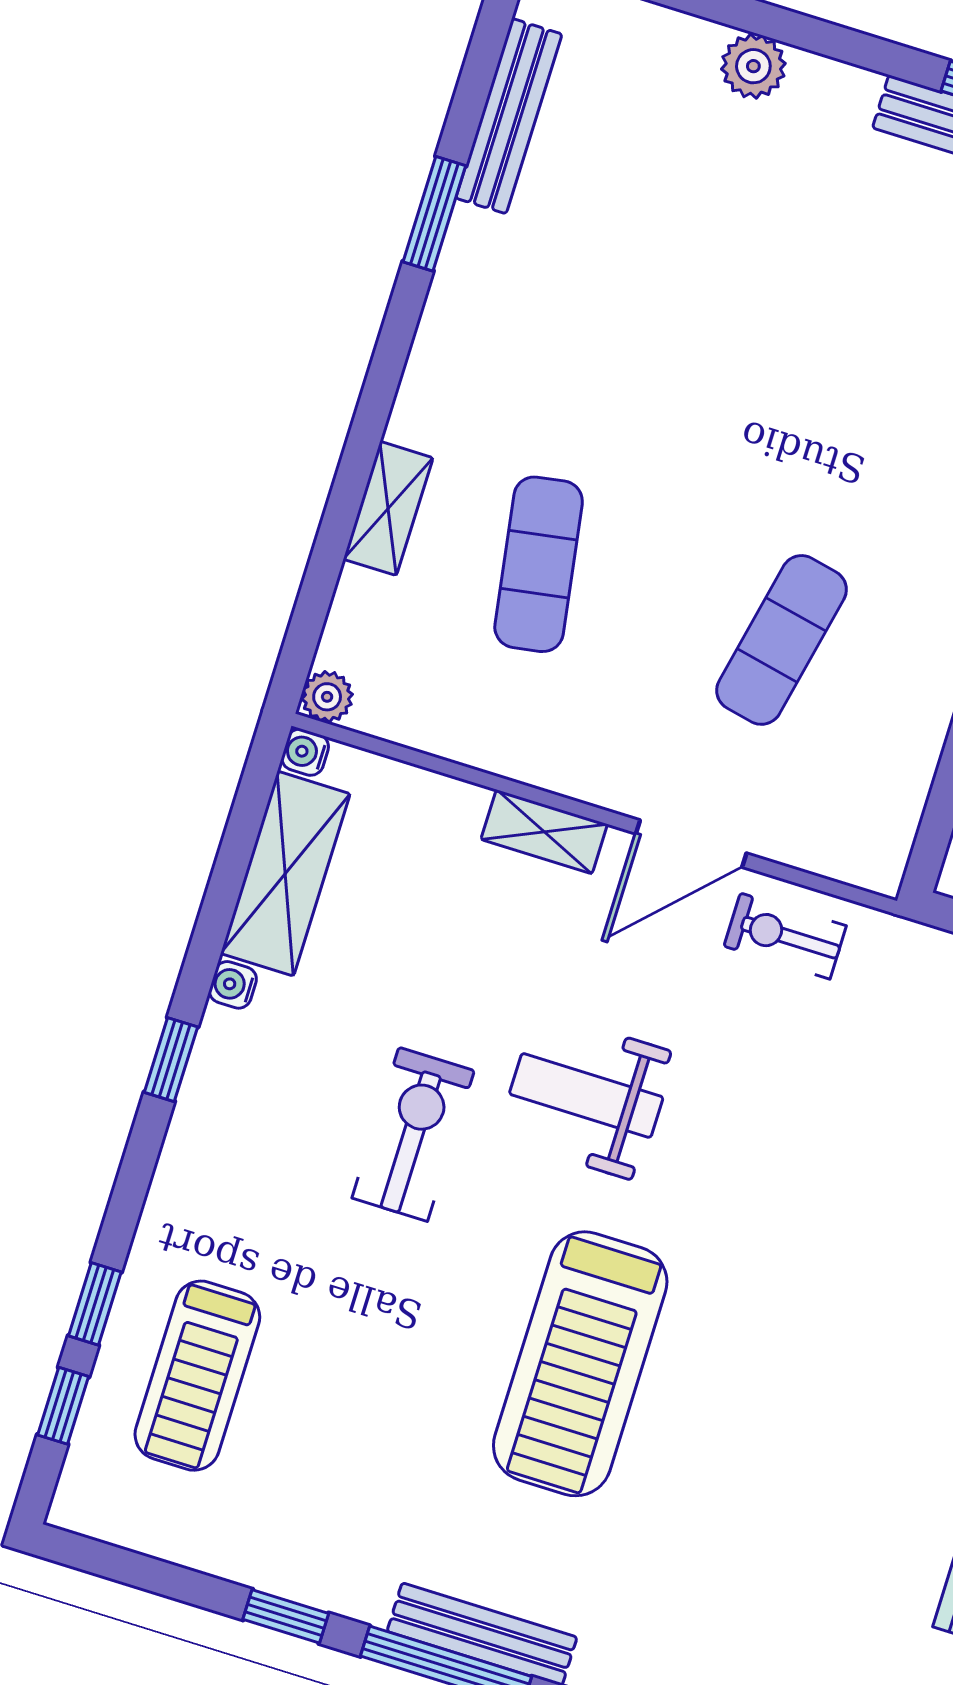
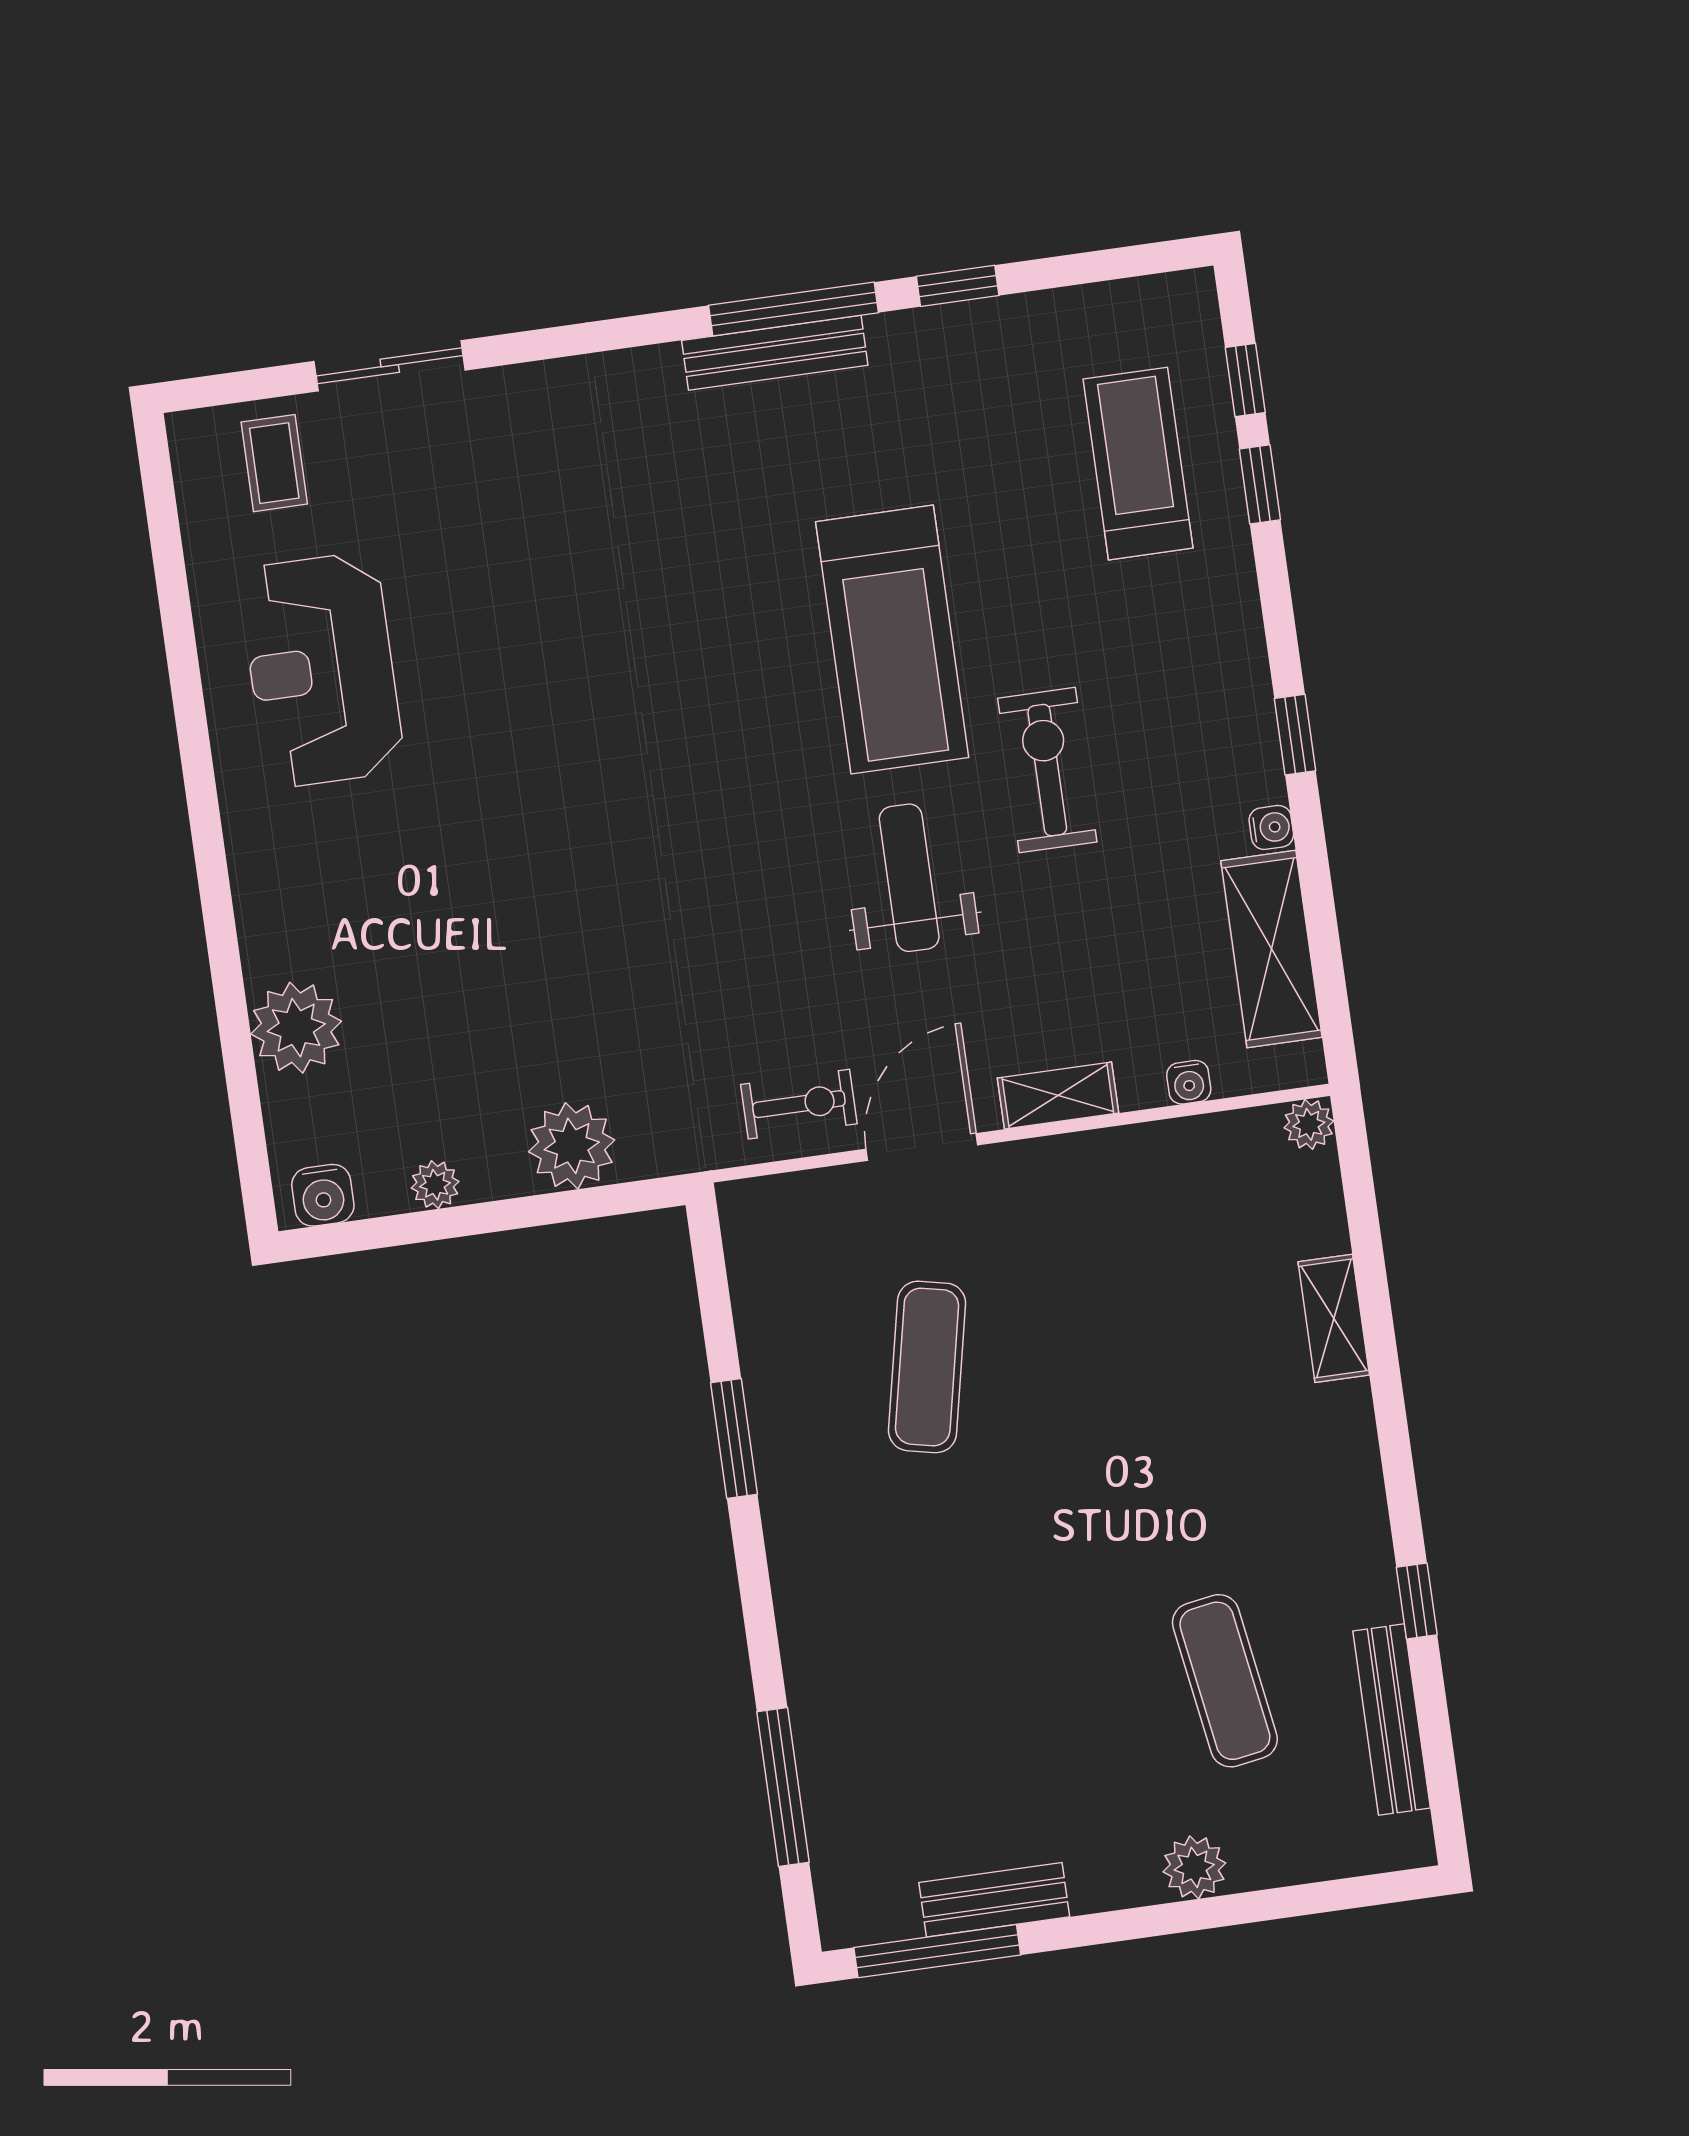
window: (434, 214) -> (1417, 1601), width x0.67
exercise mat: (539, 564) -> (1225, 1681), moved
water cooler: (305, 752) -> (1189, 1082), moved, turned 90
weight bench: (586, 1095) -> (909, 878), turned -90
exercise bike: (413, 1134) -> (1047, 770), turned 180
treadmill: (580, 1364) -> (892, 640), moved, turned 180

